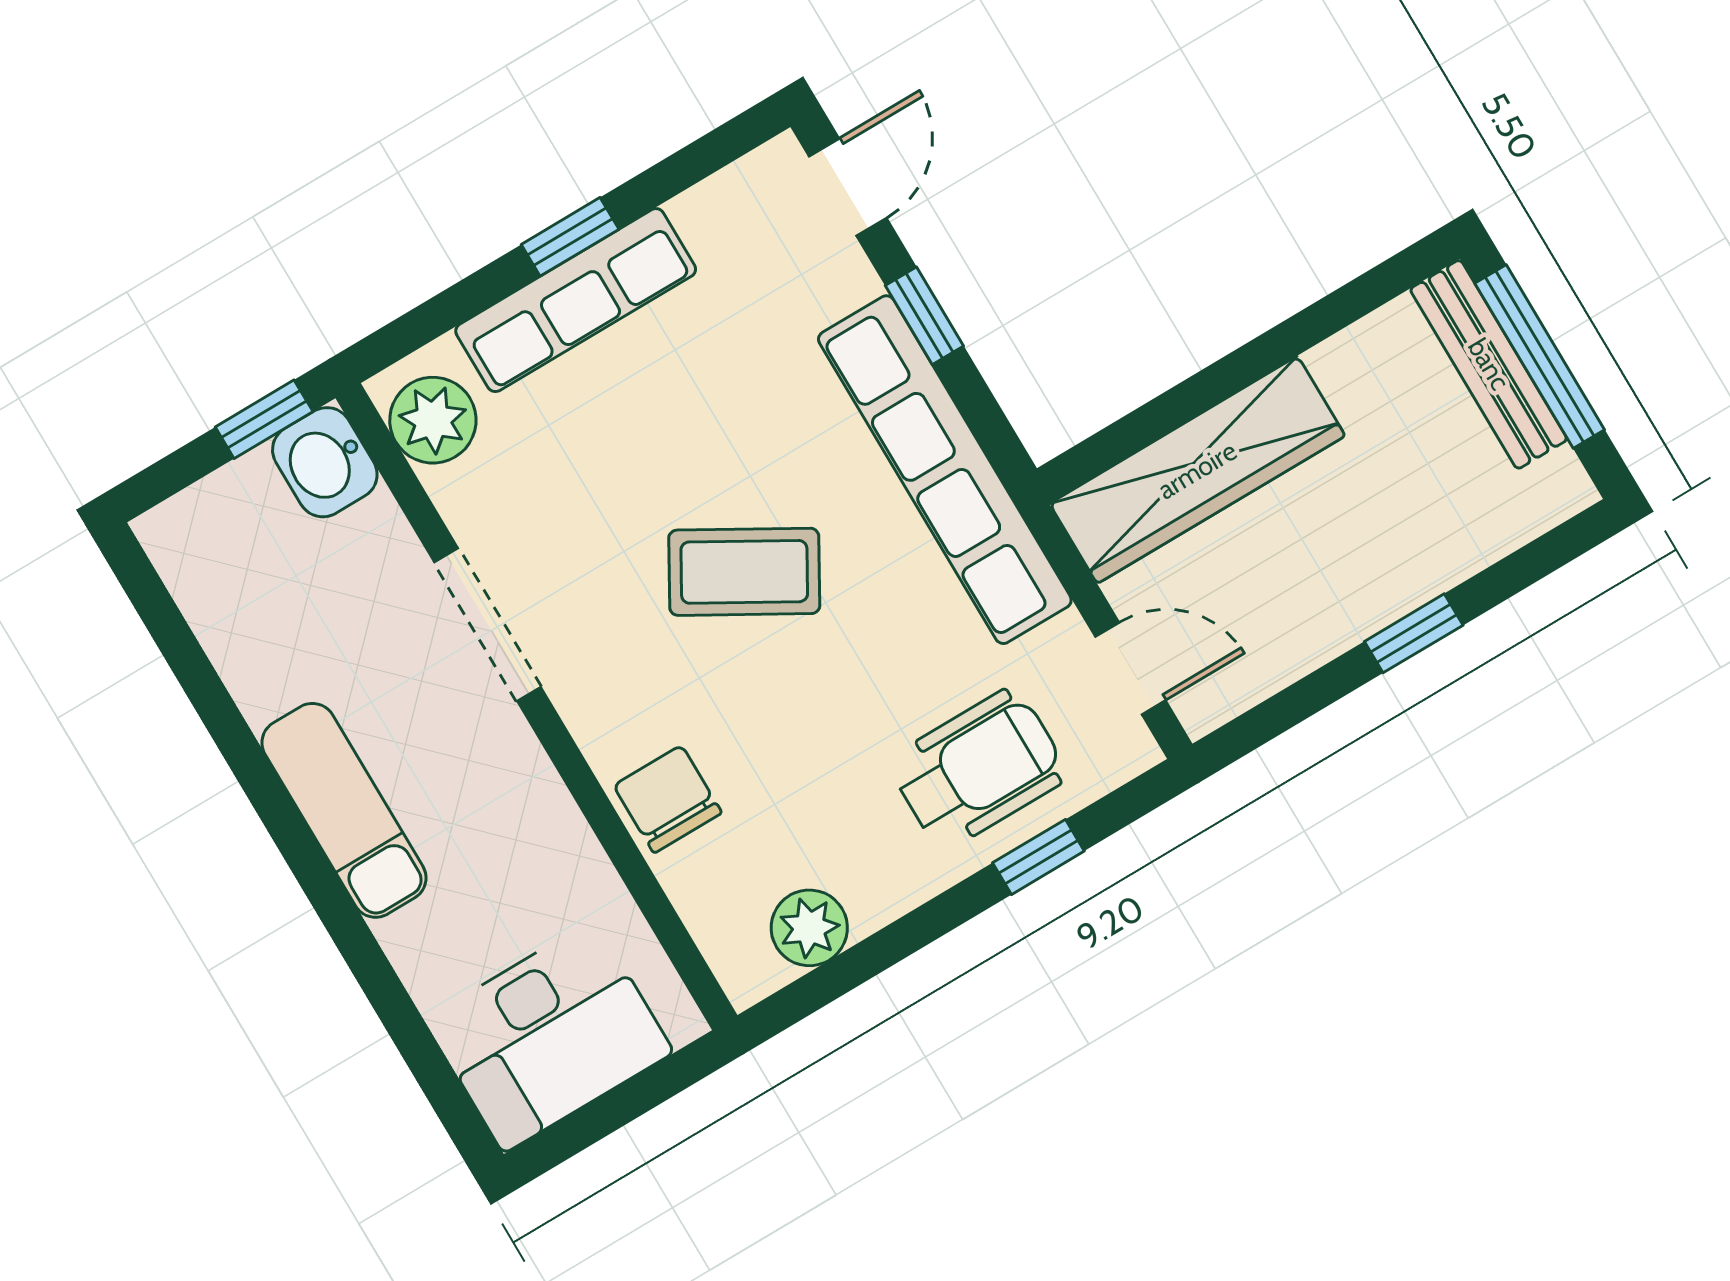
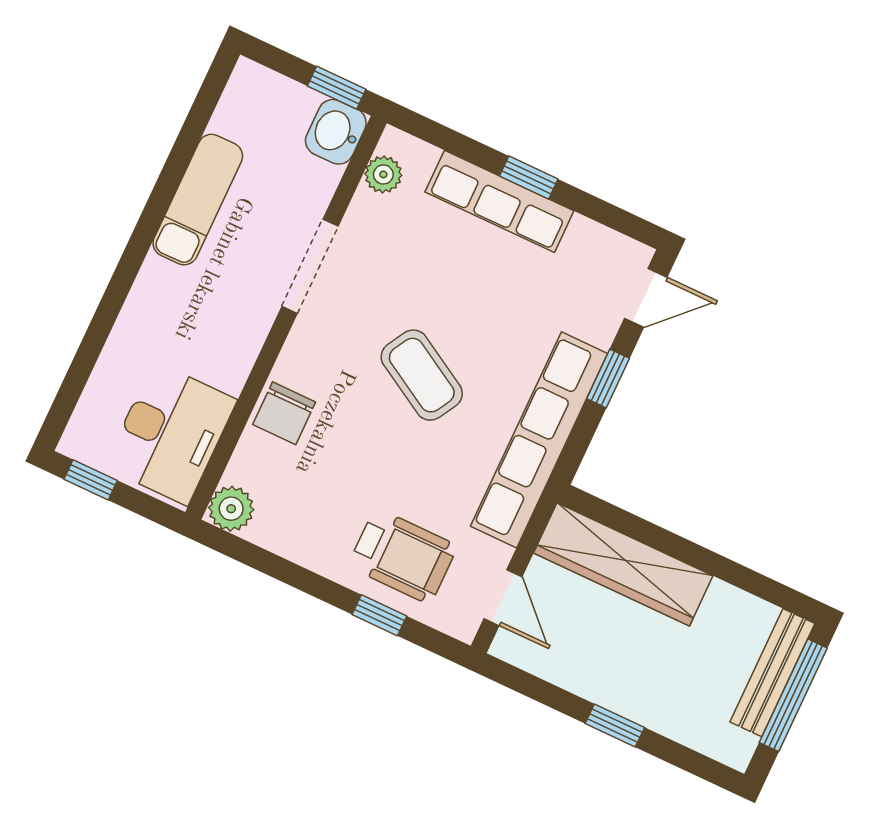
plant: (433, 420) -> (383, 174), width x0.73, depth x0.73
chair: (668, 799) -> (284, 413), turned 180
exam couch: (344, 810) -> (198, 200), moved
plant: (809, 928) -> (231, 509), moved
desk: (549, 1036) -> (171, 433), moved, turned -90
window: (578, 1131) -> (91, 480), added

